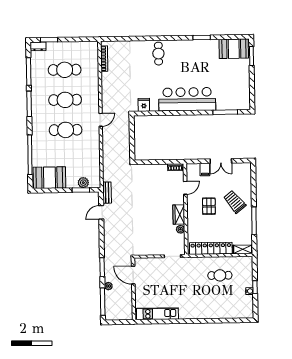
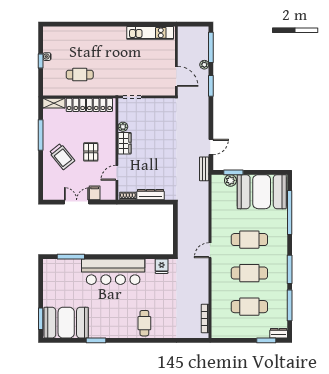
booth: (234, 49) -> (66, 323), width x1.36, depth x1.42
dresser: (155, 169) -> (151, 195), added
booth: (49, 178) -> (262, 192), width x1.36, depth x1.42

